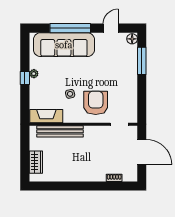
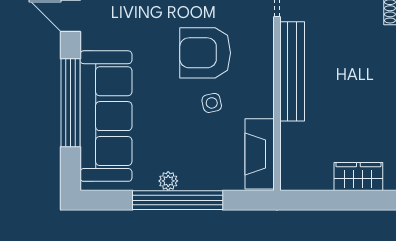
window: (25, 78) -> (178, 200), width x3.17
armchair: (96, 103) -> (205, 53), moved
bench: (60, 131) -> (292, 71), moved

